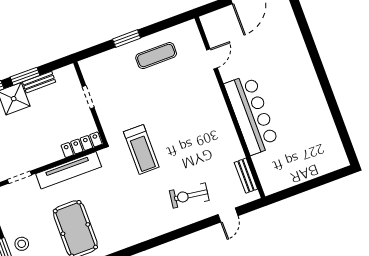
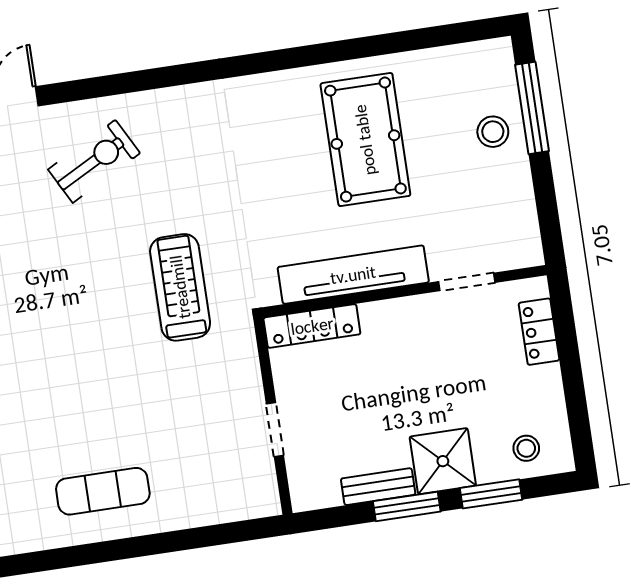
window: (127, 39) -> (161, 543), removed
exercise bike: (189, 196) -> (94, 161), turned -36

